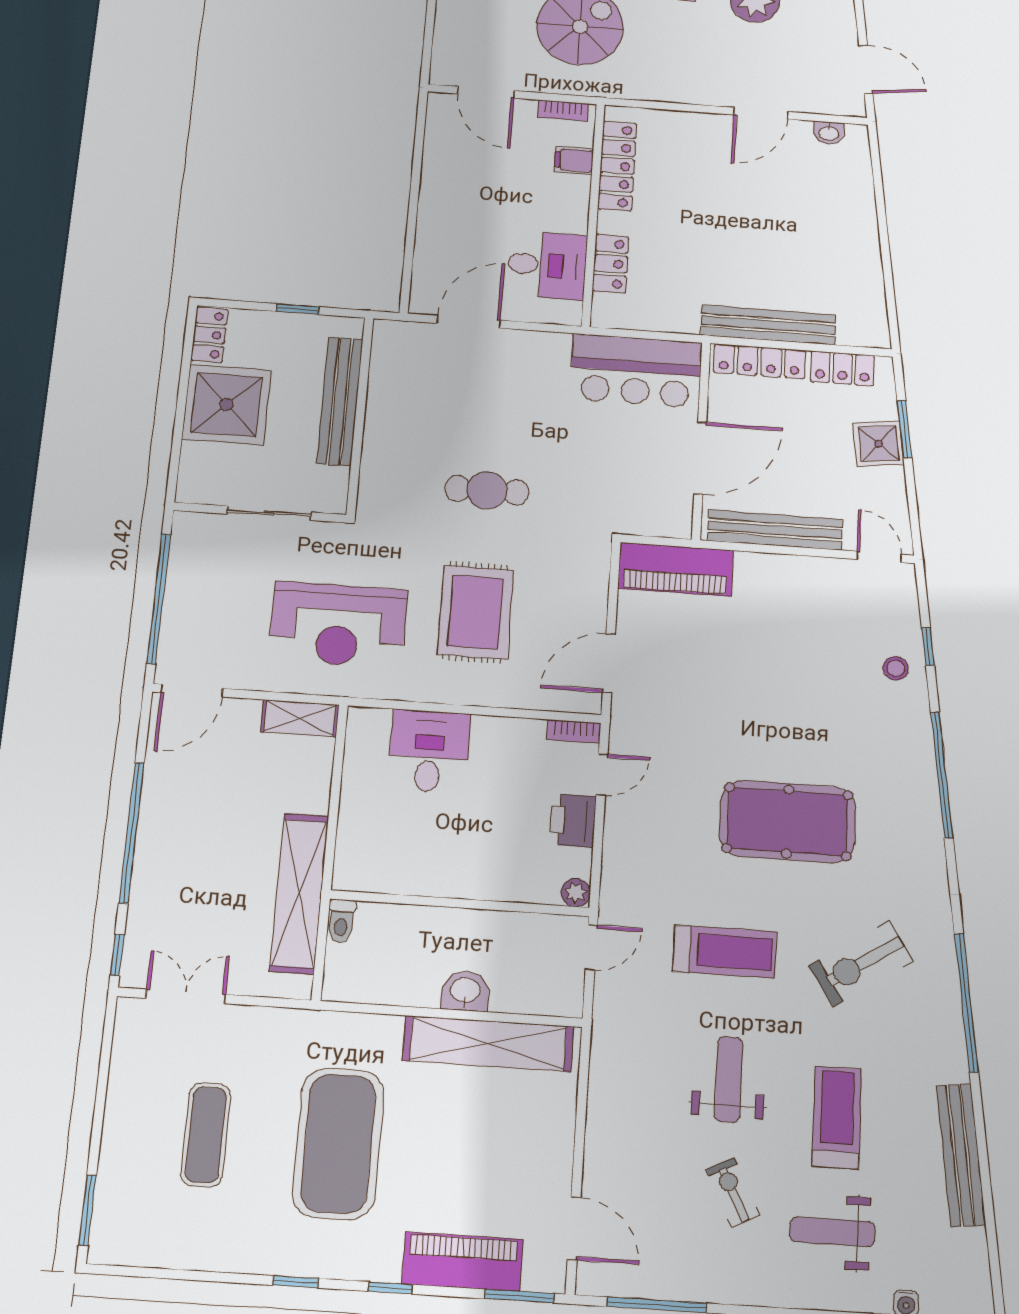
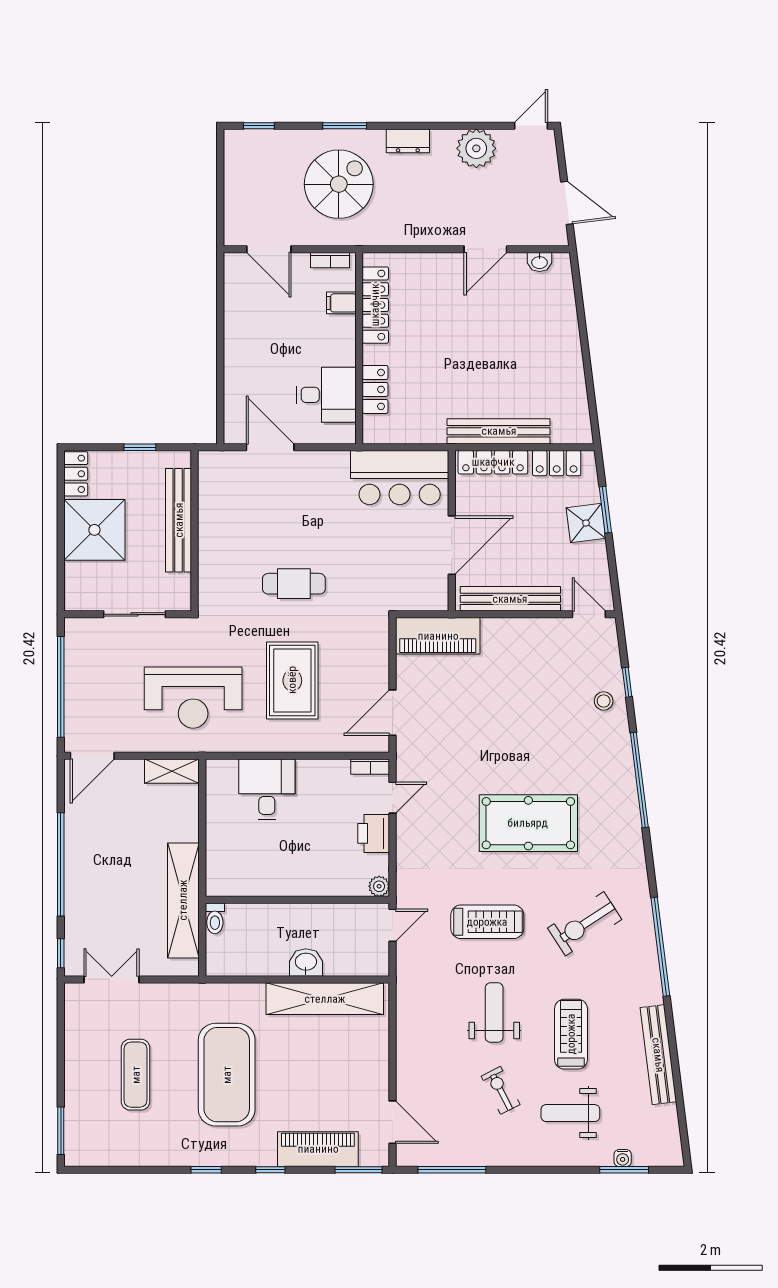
door: (469, 322) -> (270, 447), hinge flipped

